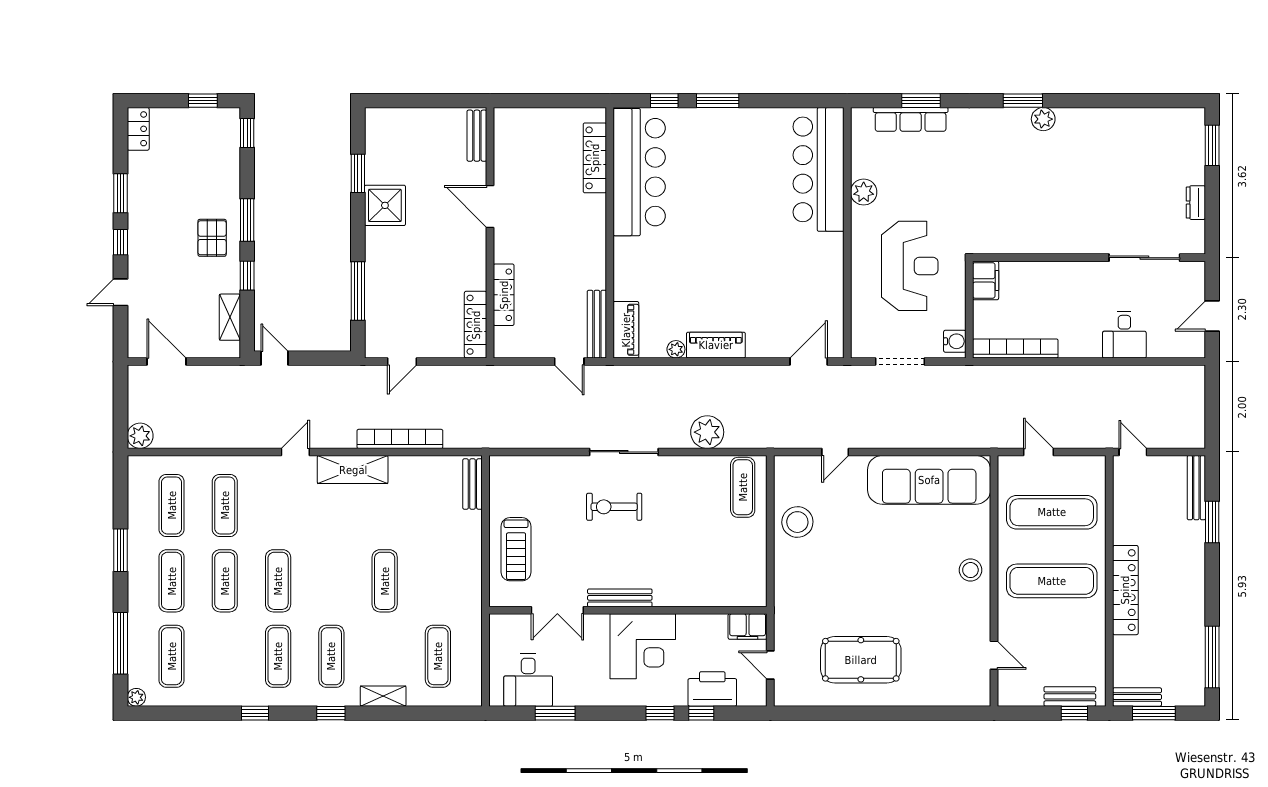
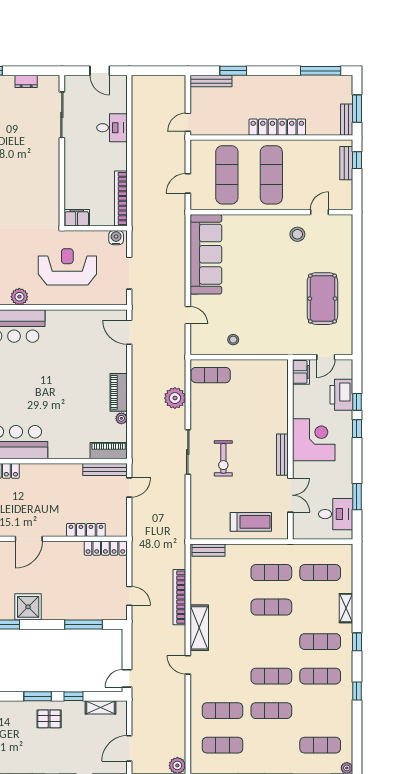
stool: (797, 522) -> (233, 340), width x0.53, depth x0.53
stool: (970, 570) -> (297, 234), moved
exercise mat: (172, 581) -> (271, 573), moved

